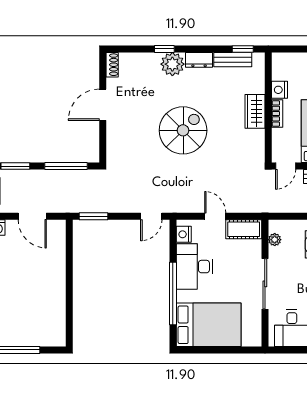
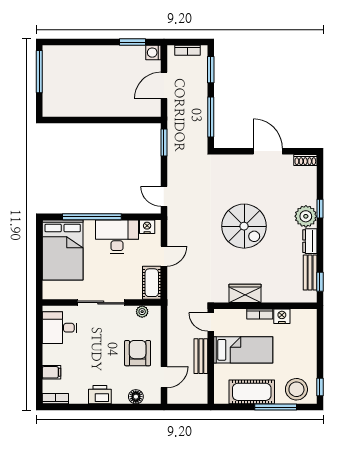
wardrobe: (255, 111) -> (245, 293), moved

